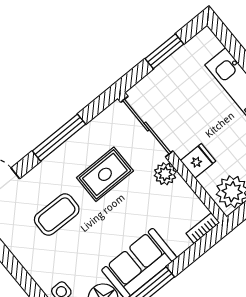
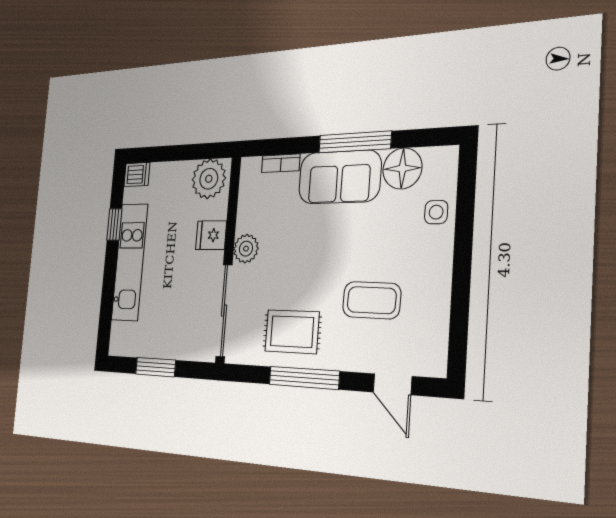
rug: (105, 174) -> (292, 332), moved
bookcase: (203, 228) -> (281, 163), moved

